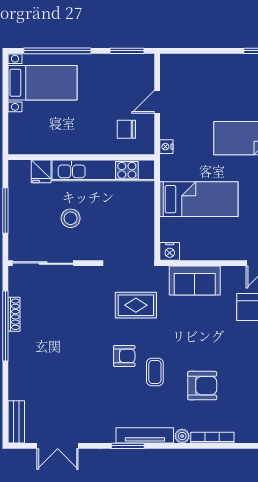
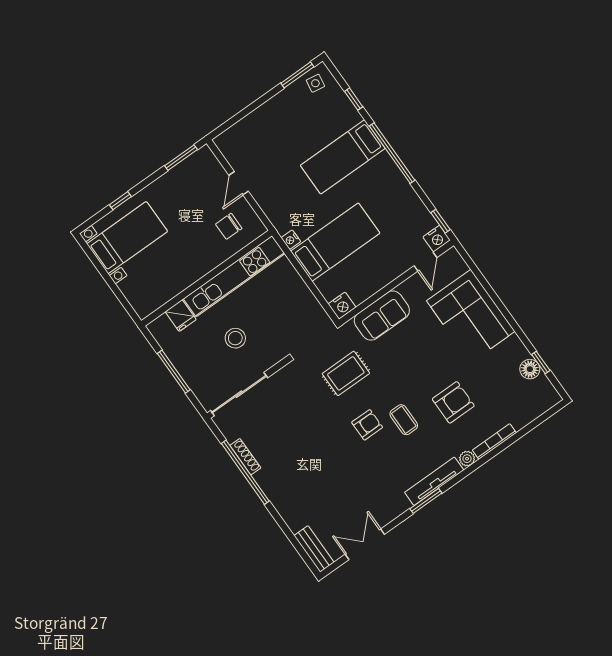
window: (57, 51) -> (120, 201), width x0.32
nightstand: (166, 147) -> (291, 240), moved
double door: (58, 446) -> (365, 544), swing flipped

